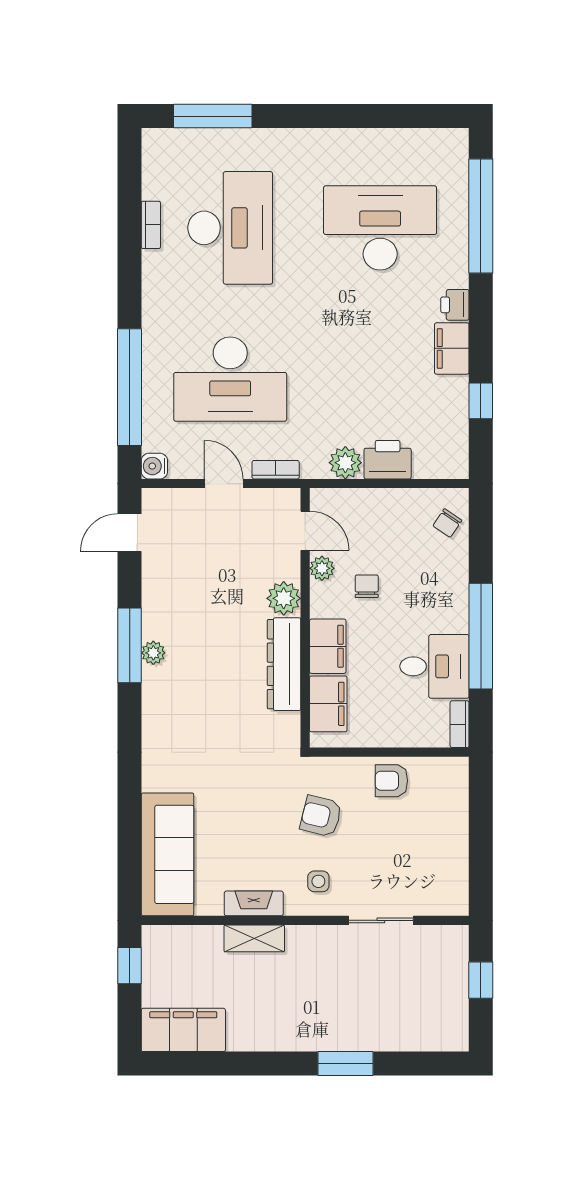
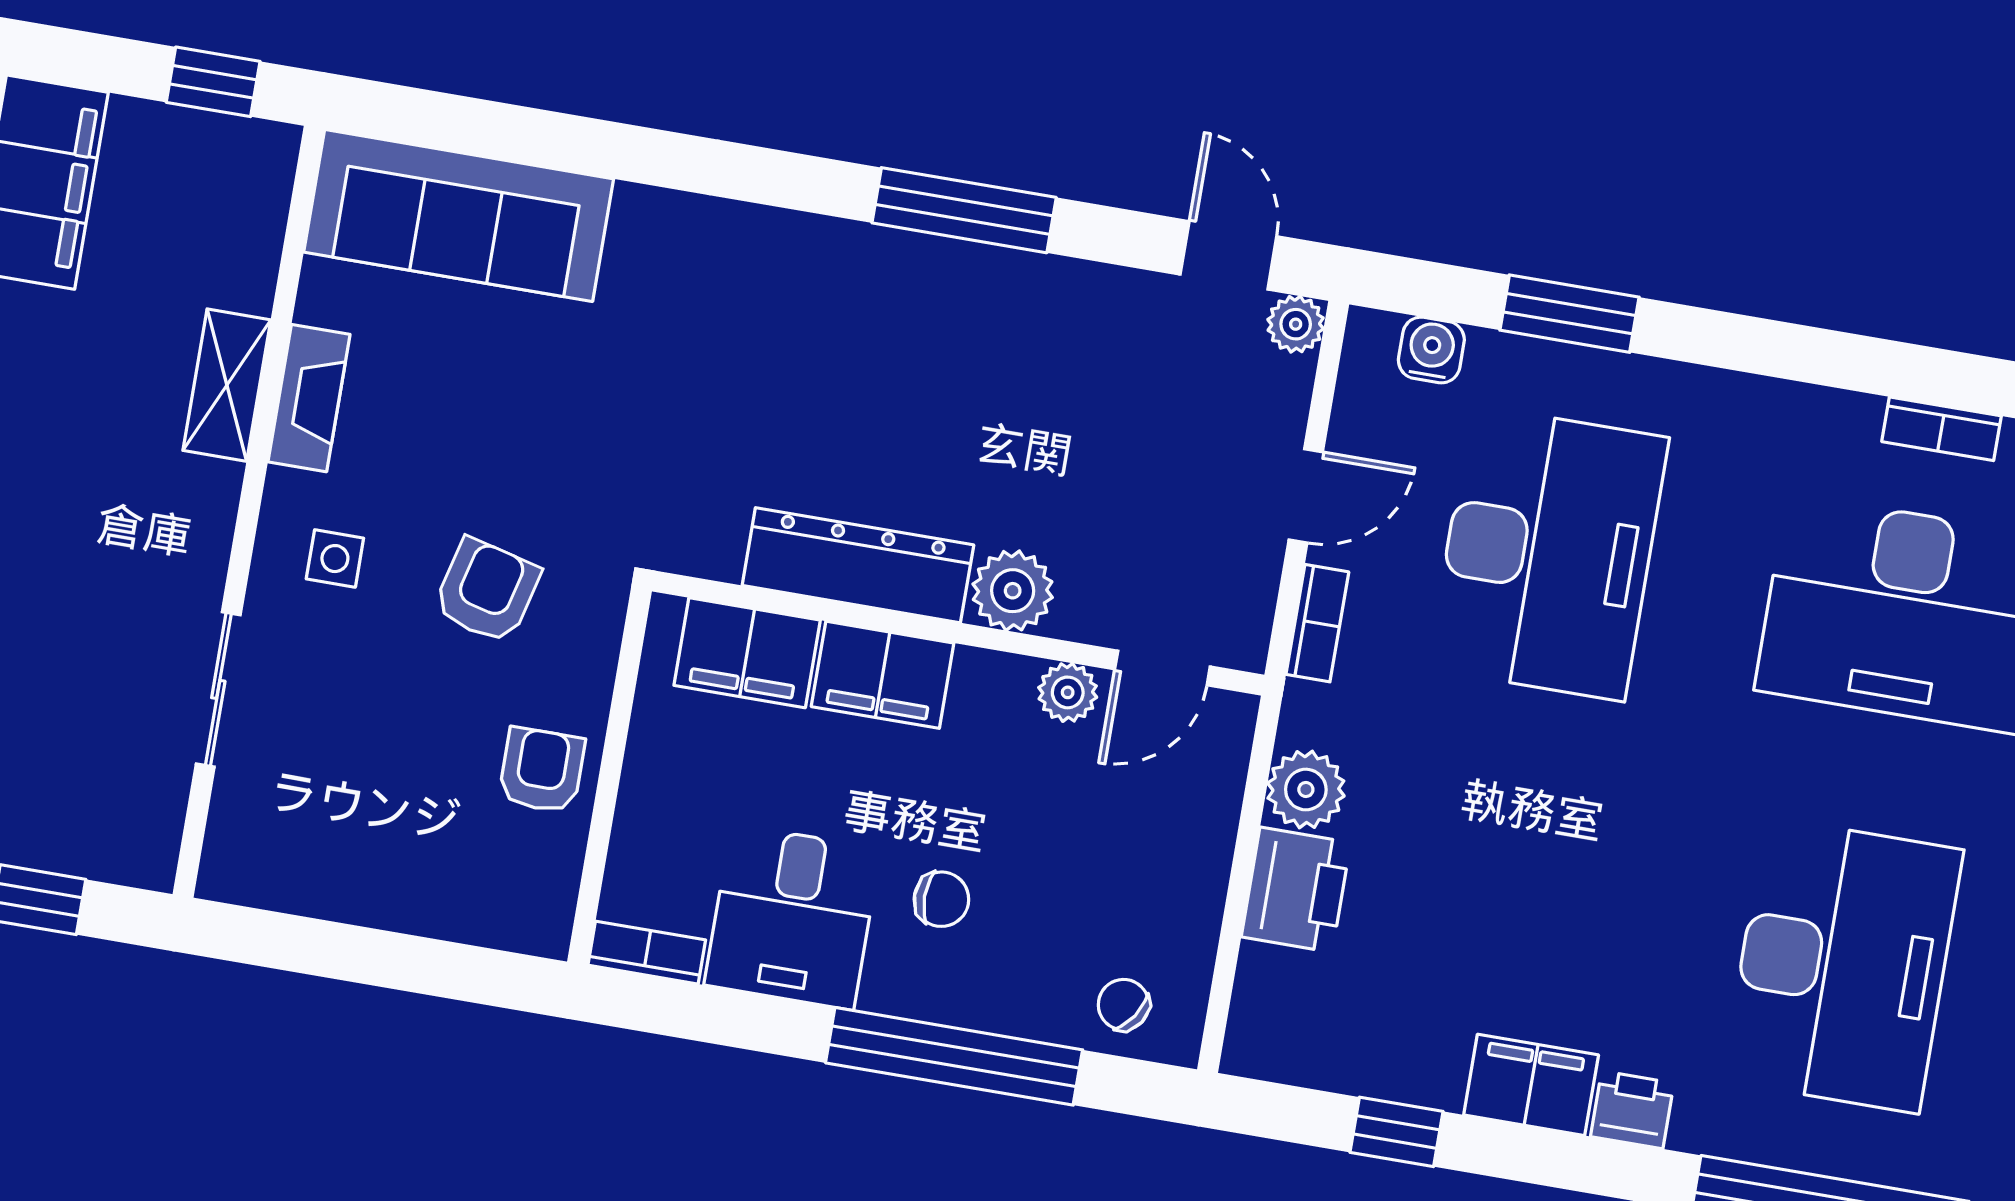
desk: (230, 379) -> (1548, 553), turned 180
window: (130, 387) -> (1570, 314), width x0.47
water cooler: (154, 466) -> (1431, 350), moved
chair: (367, 586) -> (941, 899), moved
window: (481, 636) -> (954, 1056), moved
plant: (153, 653) -> (1296, 324), moved

